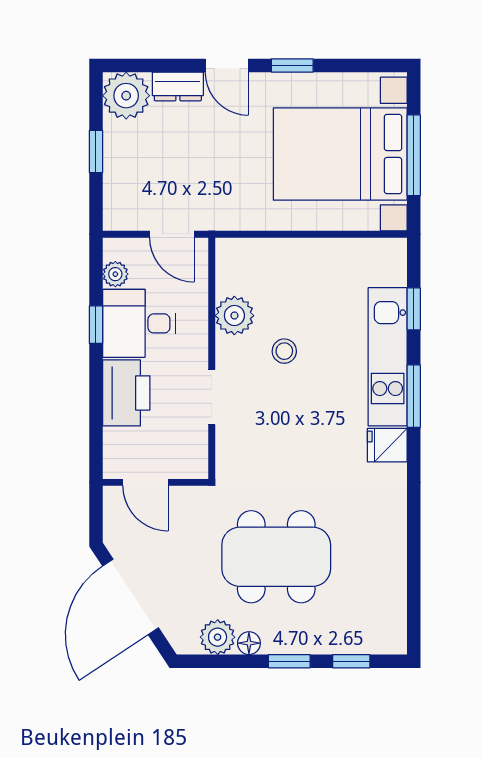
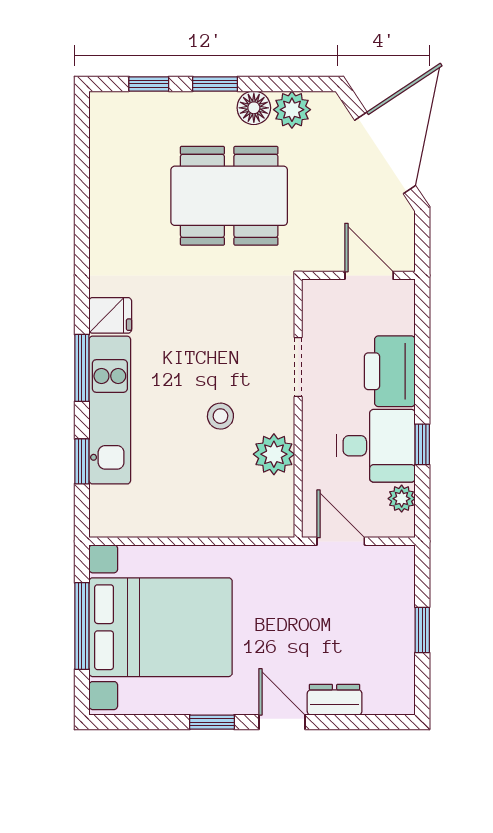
plant: (126, 96) -> (390, 690), removed
floor lamp: (249, 643) -> (254, 108), width x1.37, depth x1.37

